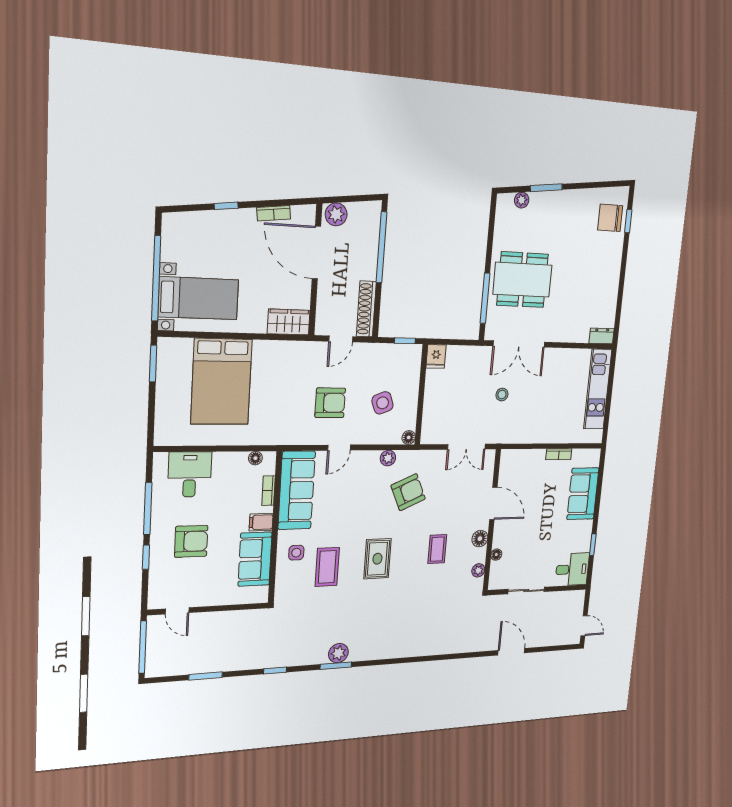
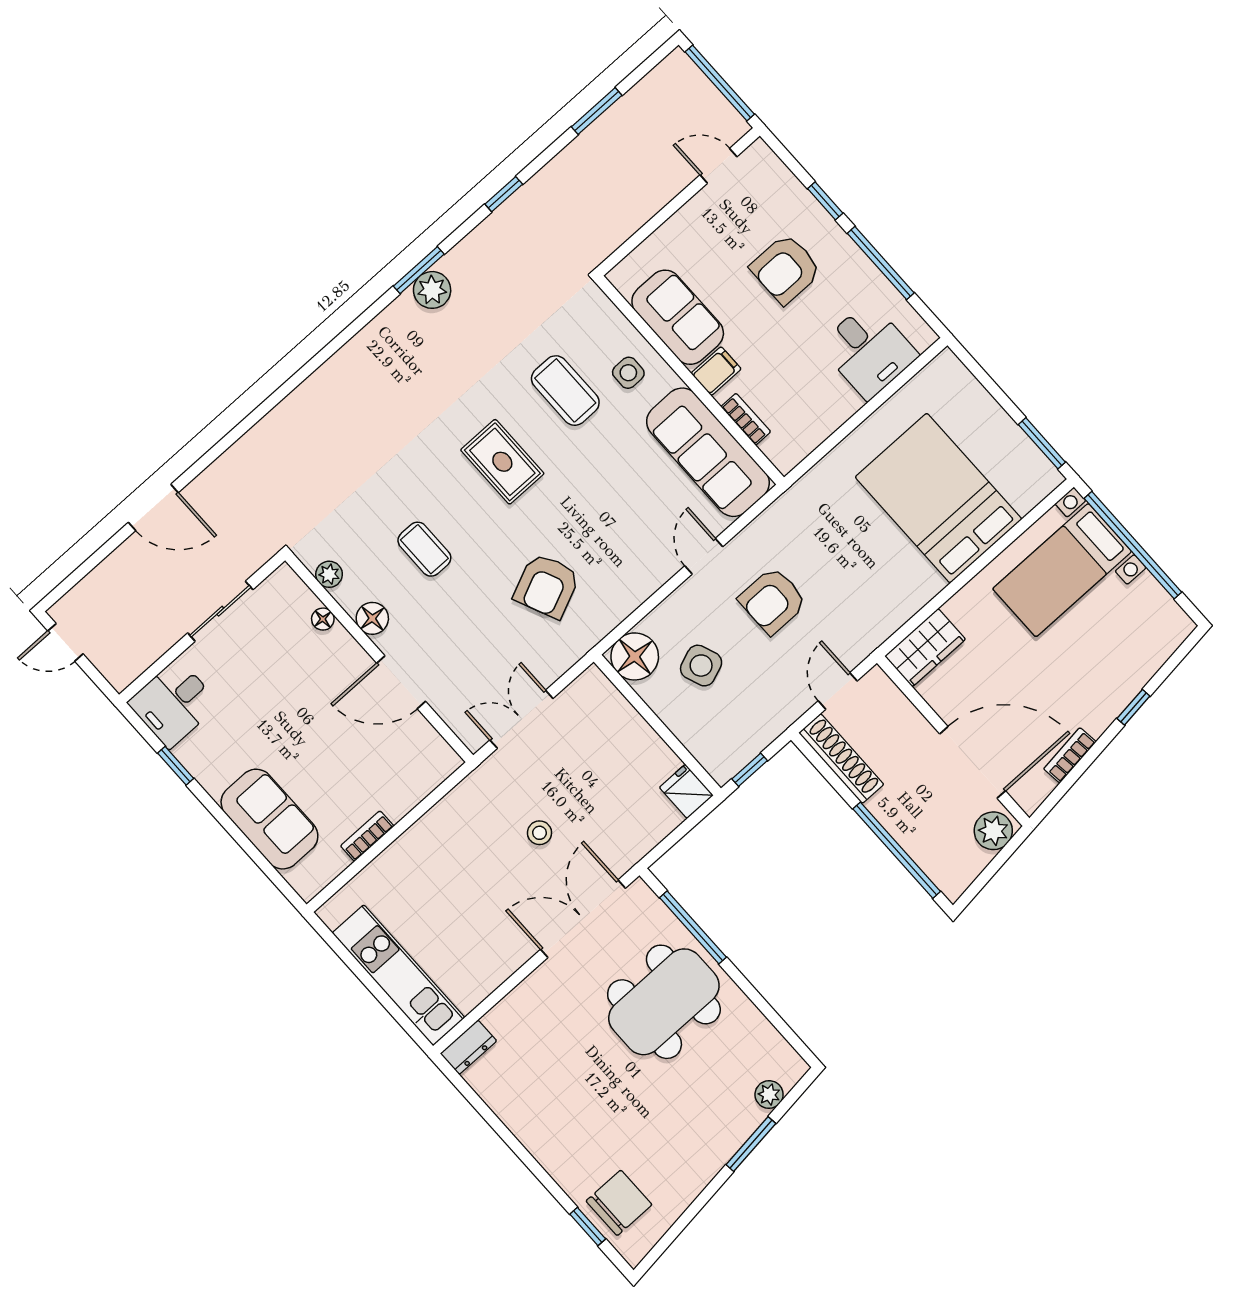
floor lamp: (409, 437) -> (635, 656), width x1.89, depth x1.89
floor lamp: (255, 458) -> (803, 444), removed
plant: (388, 458) -> (622, 604), removed

